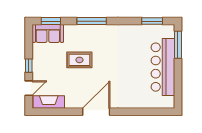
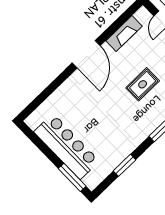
window: (152, 21) -> (124, 165), moved
fireplace: (49, 102) -> (124, 33), moved

